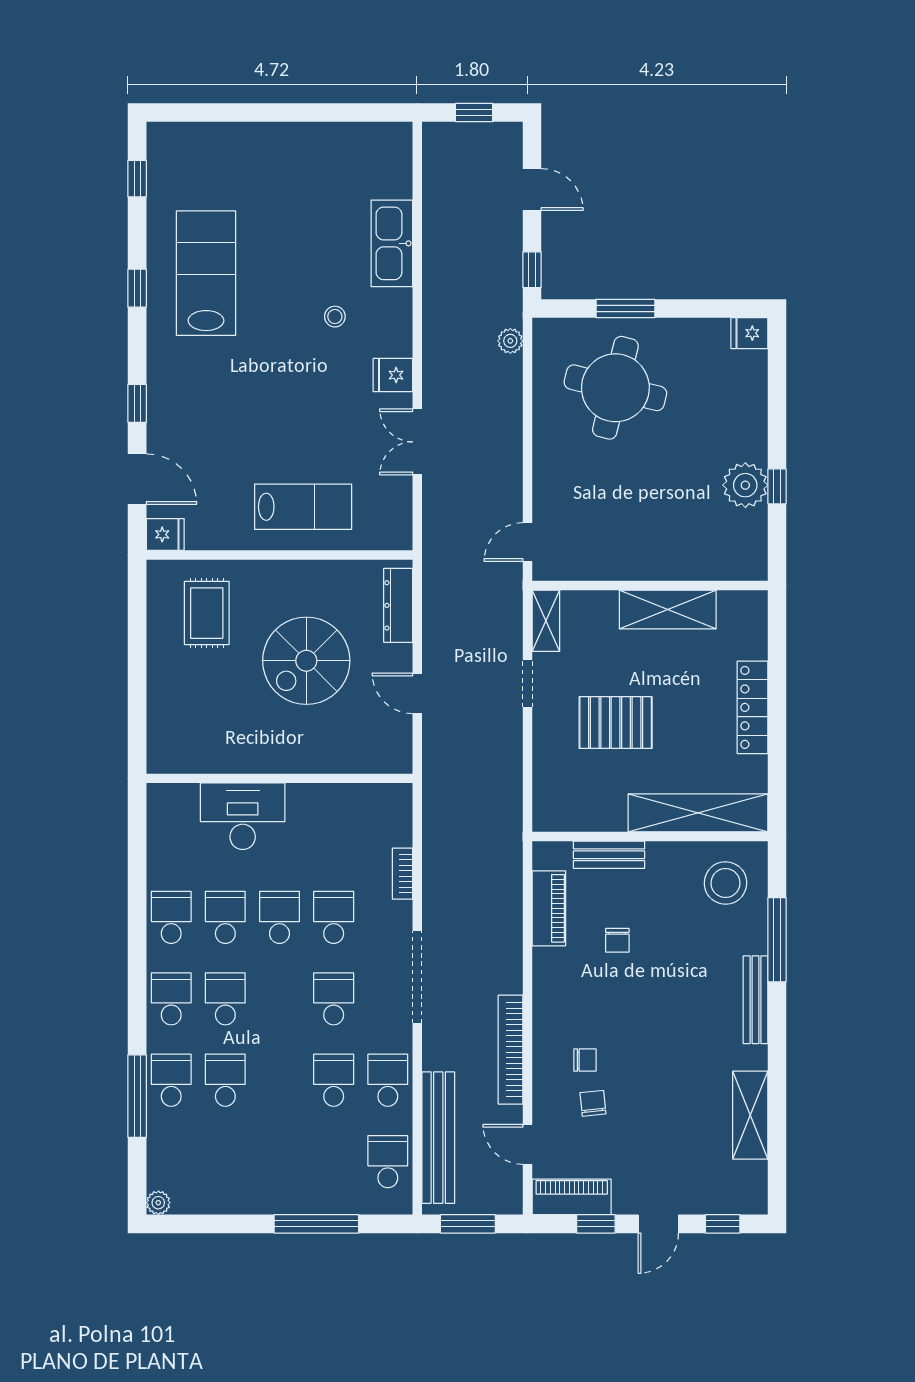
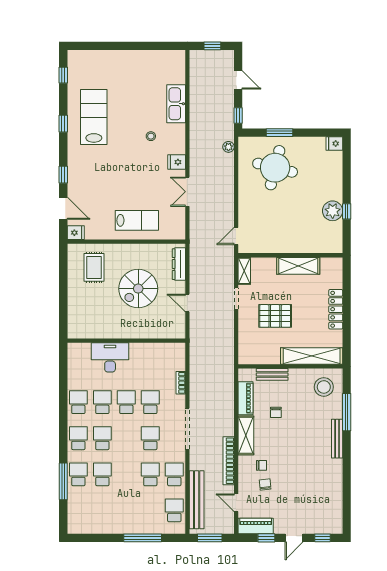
shelving: (750, 1115) -> (246, 435), moved
plant: (158, 1203) -> (73, 529), removed

